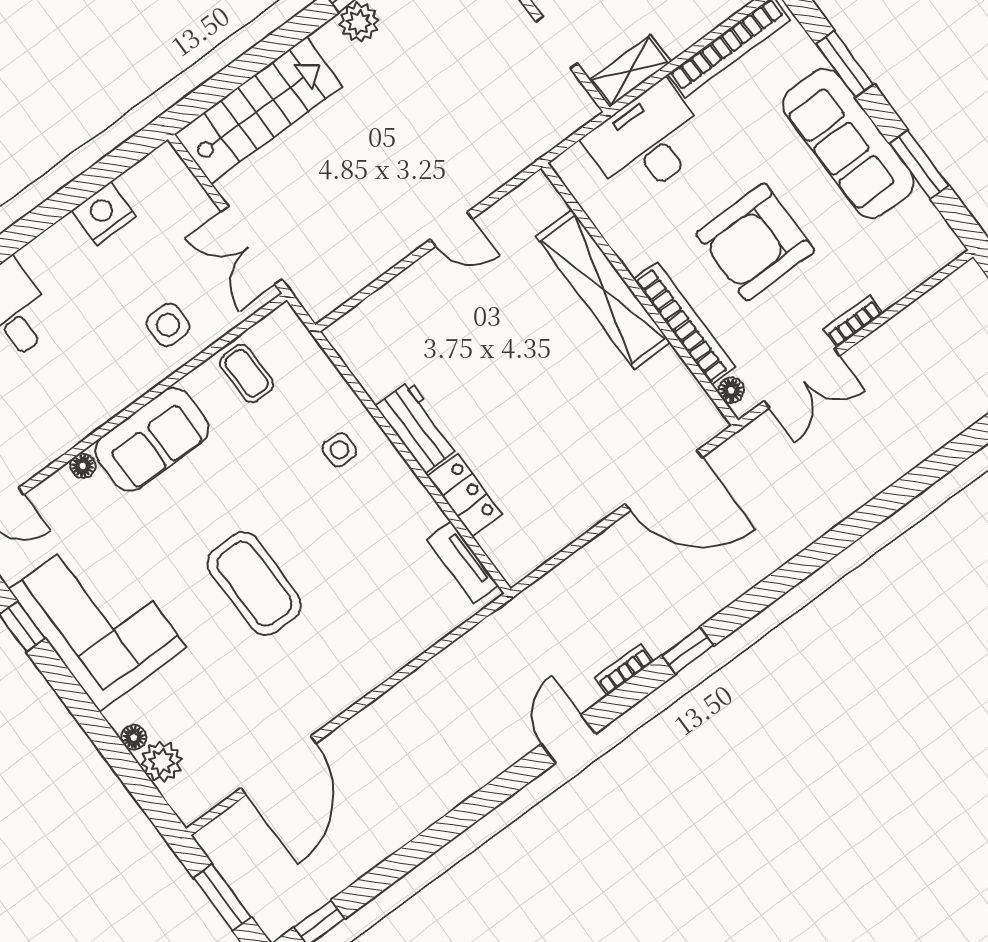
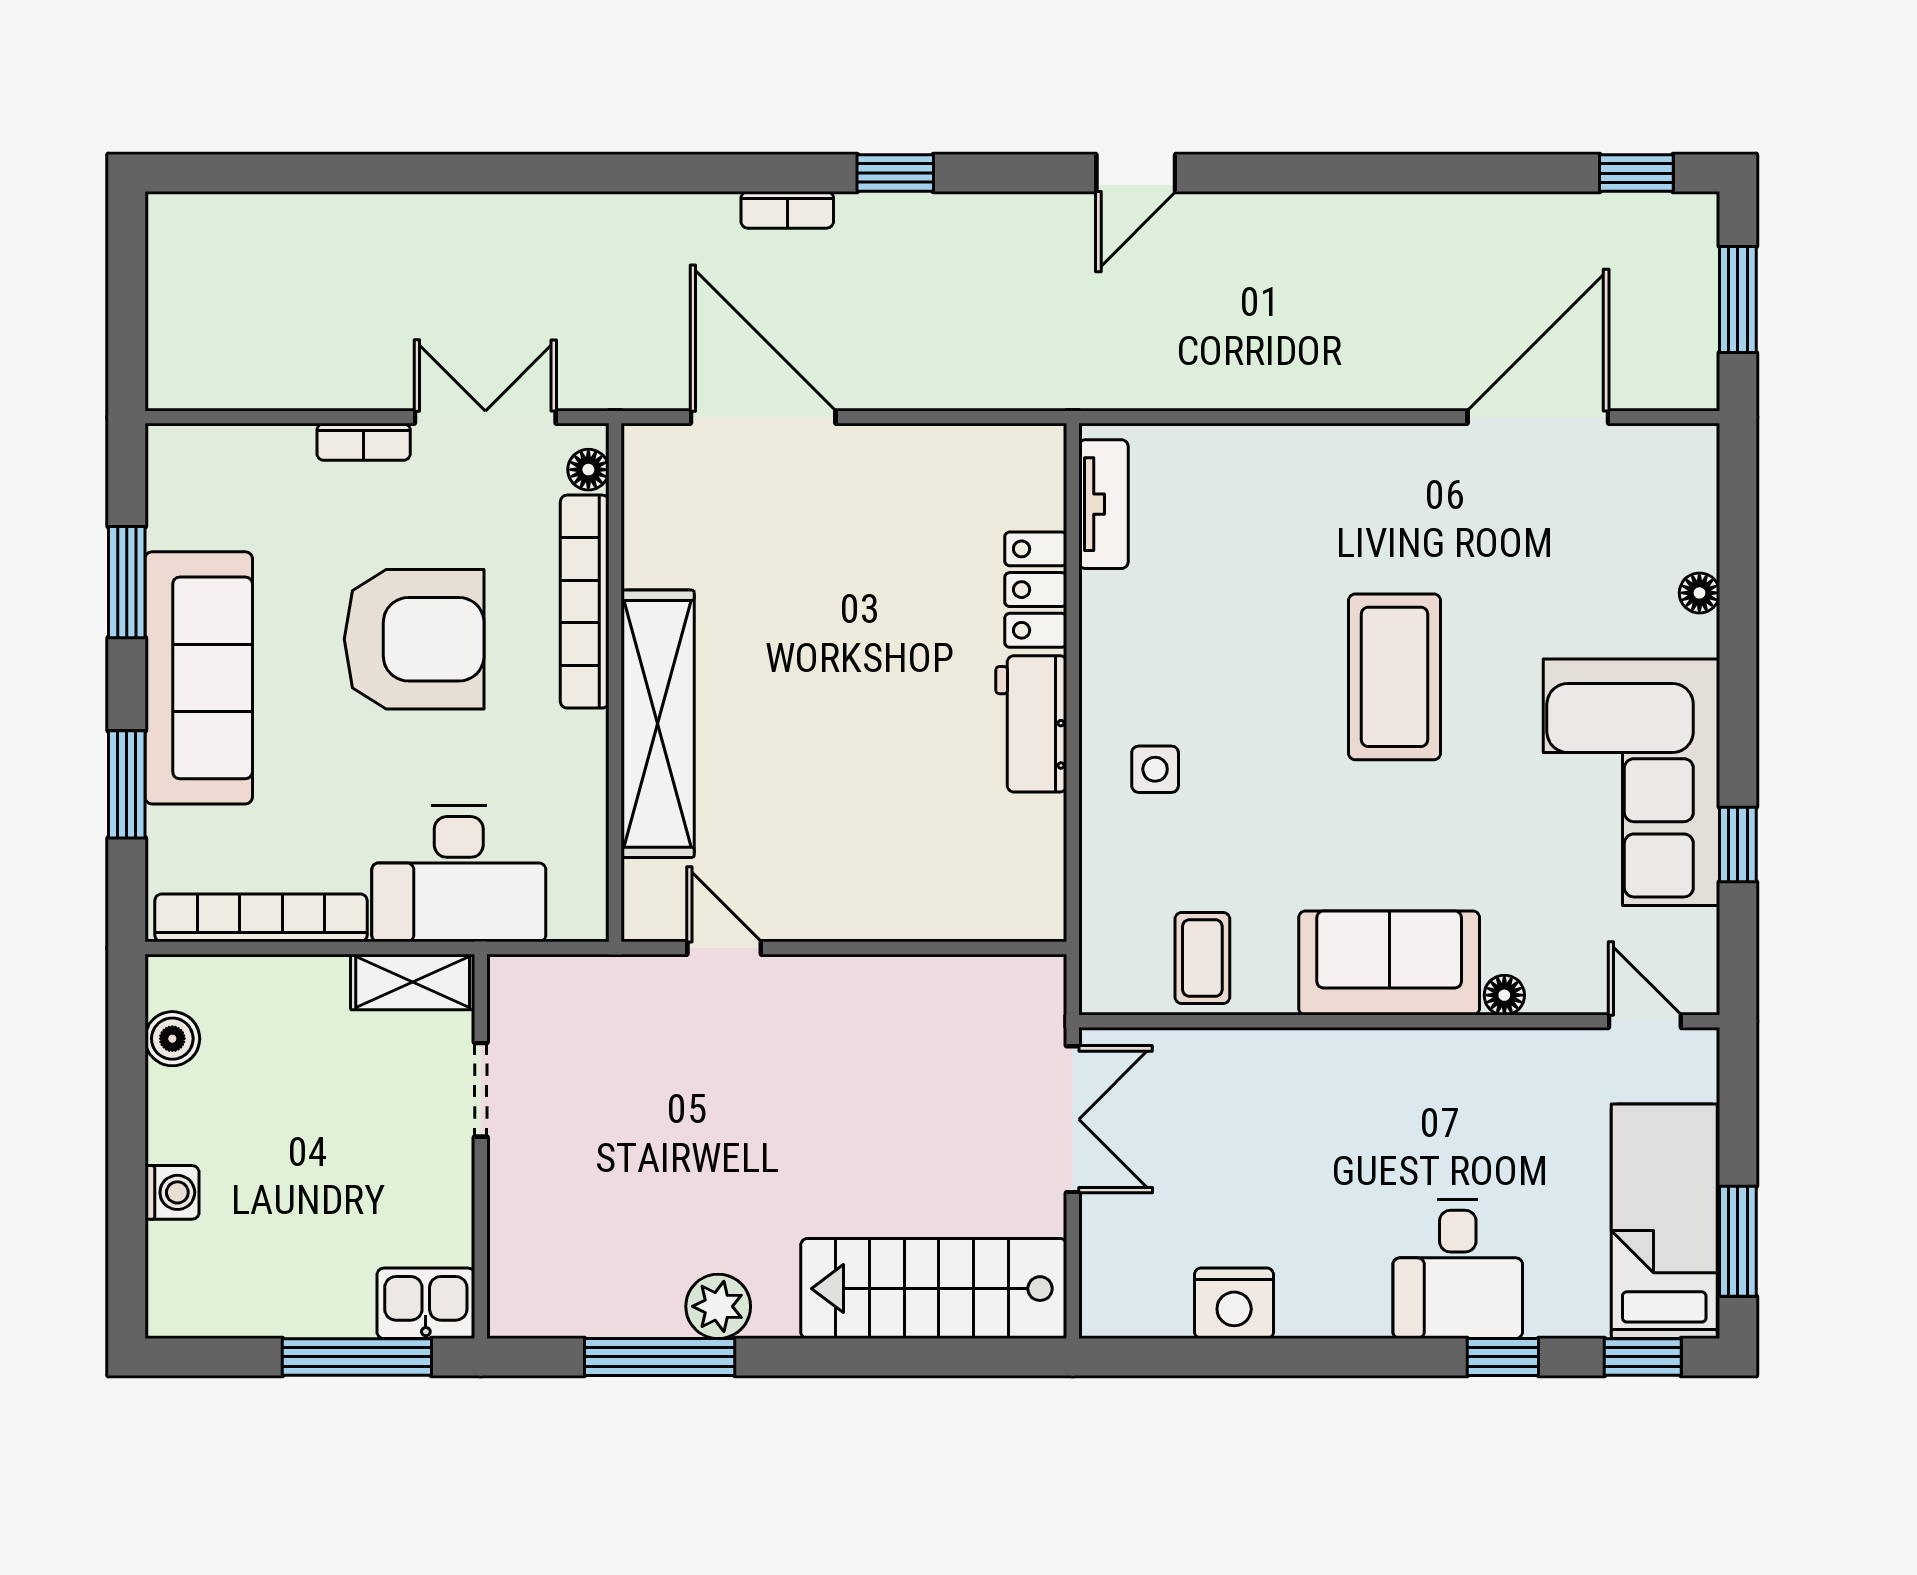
door: (452, 229) -> (724, 948), moved
side table: (168, 325) -> (1258, 1097), removed
bookcase: (624, 669) -> (787, 210), moved
plant: (162, 762) -> (1686, 535), removed

